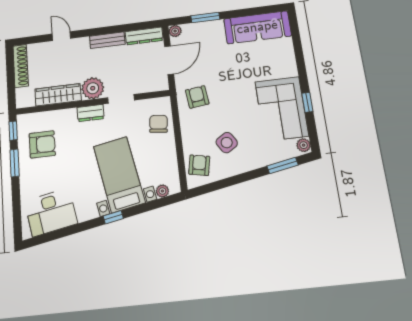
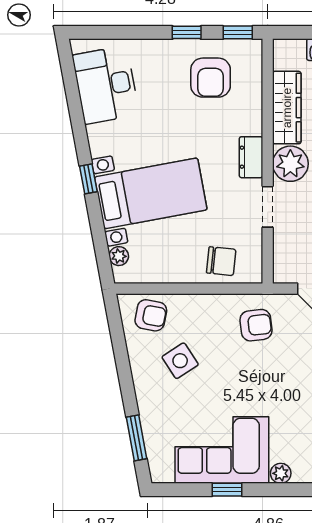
plant: (304, 145) -> (281, 473), moved
window: (15, 163) -> (187, 32), width x0.67

